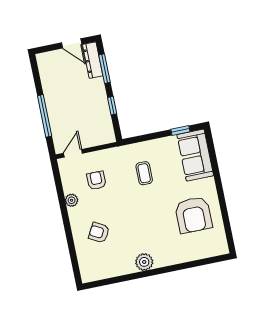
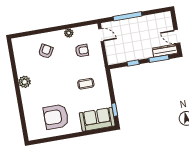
door: (72, 43) -> (177, 37), hinge flipped

